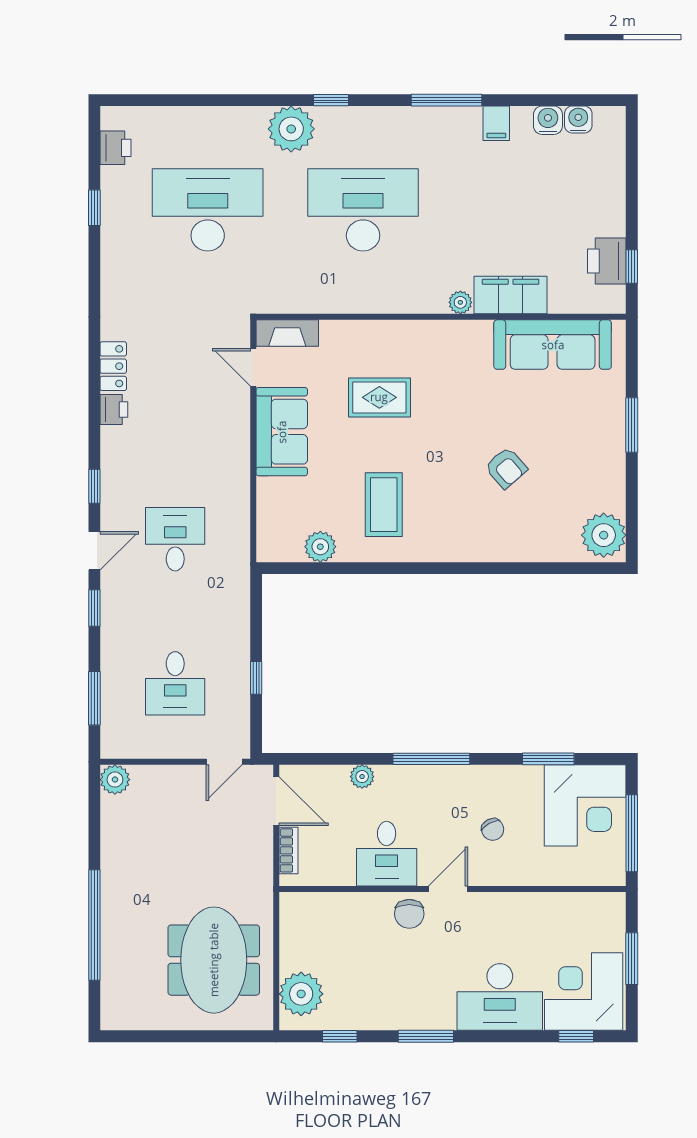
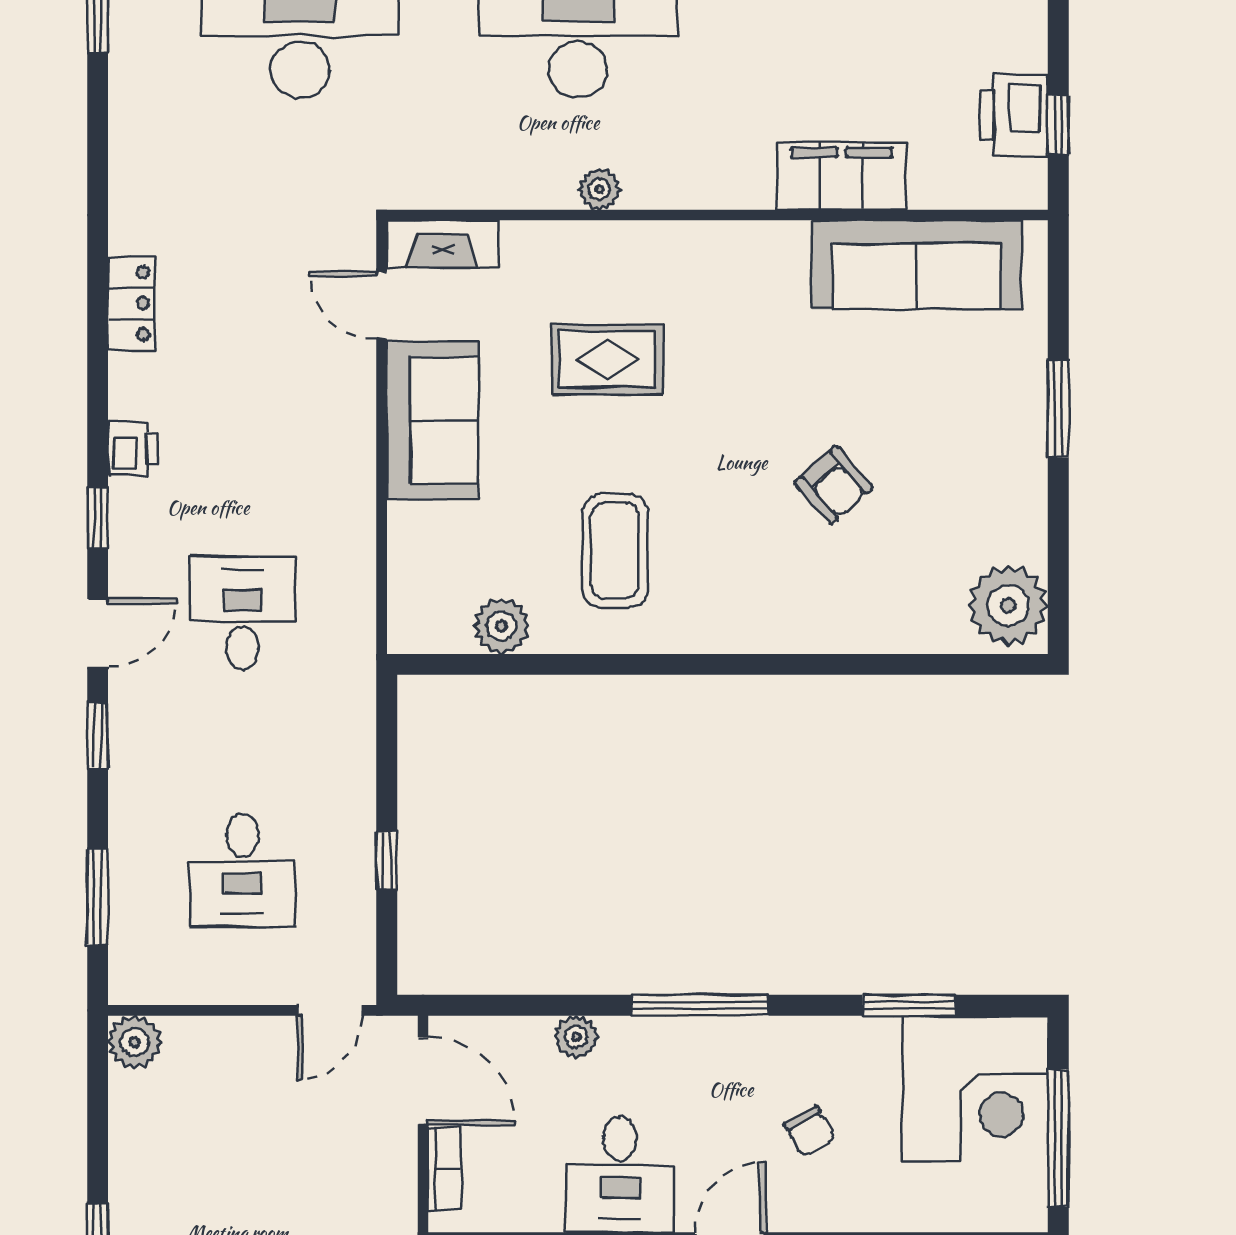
plant: (460, 302) -> (599, 189), moved
printer: (114, 410) -> (132, 449), moved

